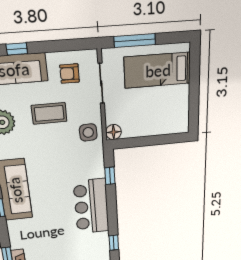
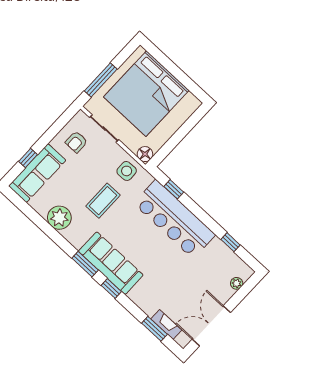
bed: (158, 70) -> (146, 94), width x2.04
coffee table: (49, 113) -> (103, 201), moved
bar counter: (91, 207) -> (174, 219), width x1.36

